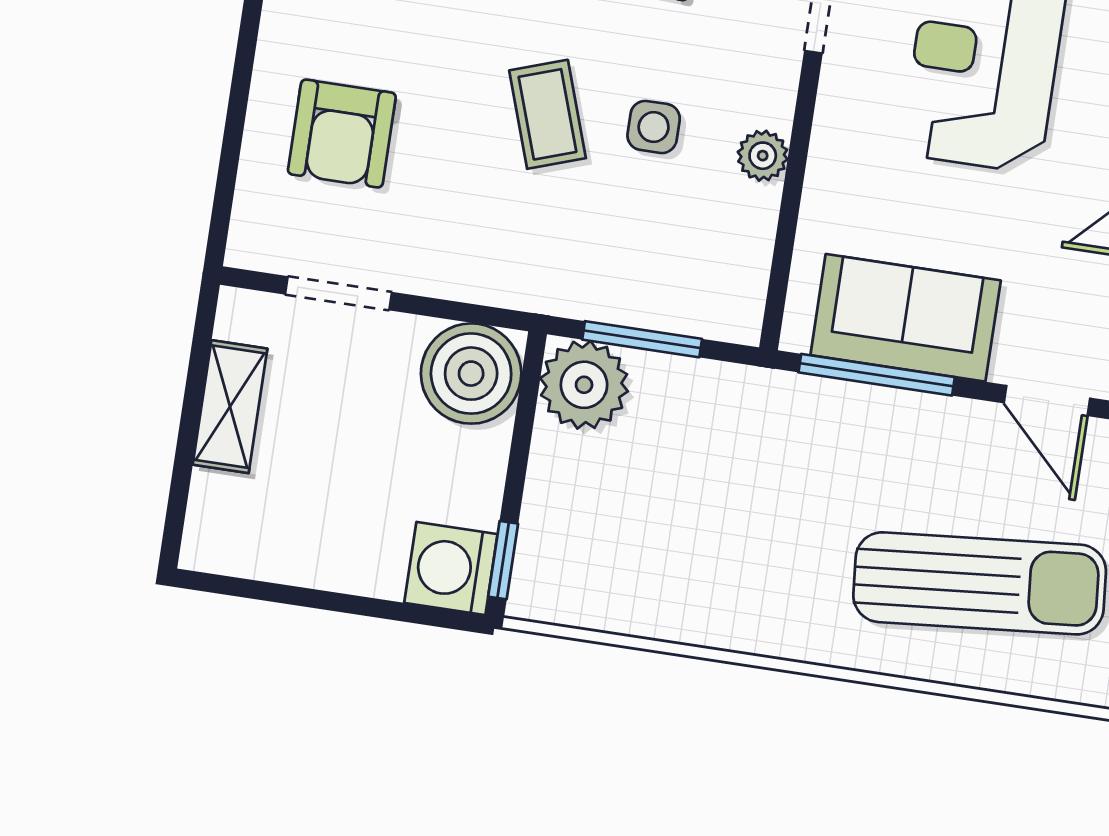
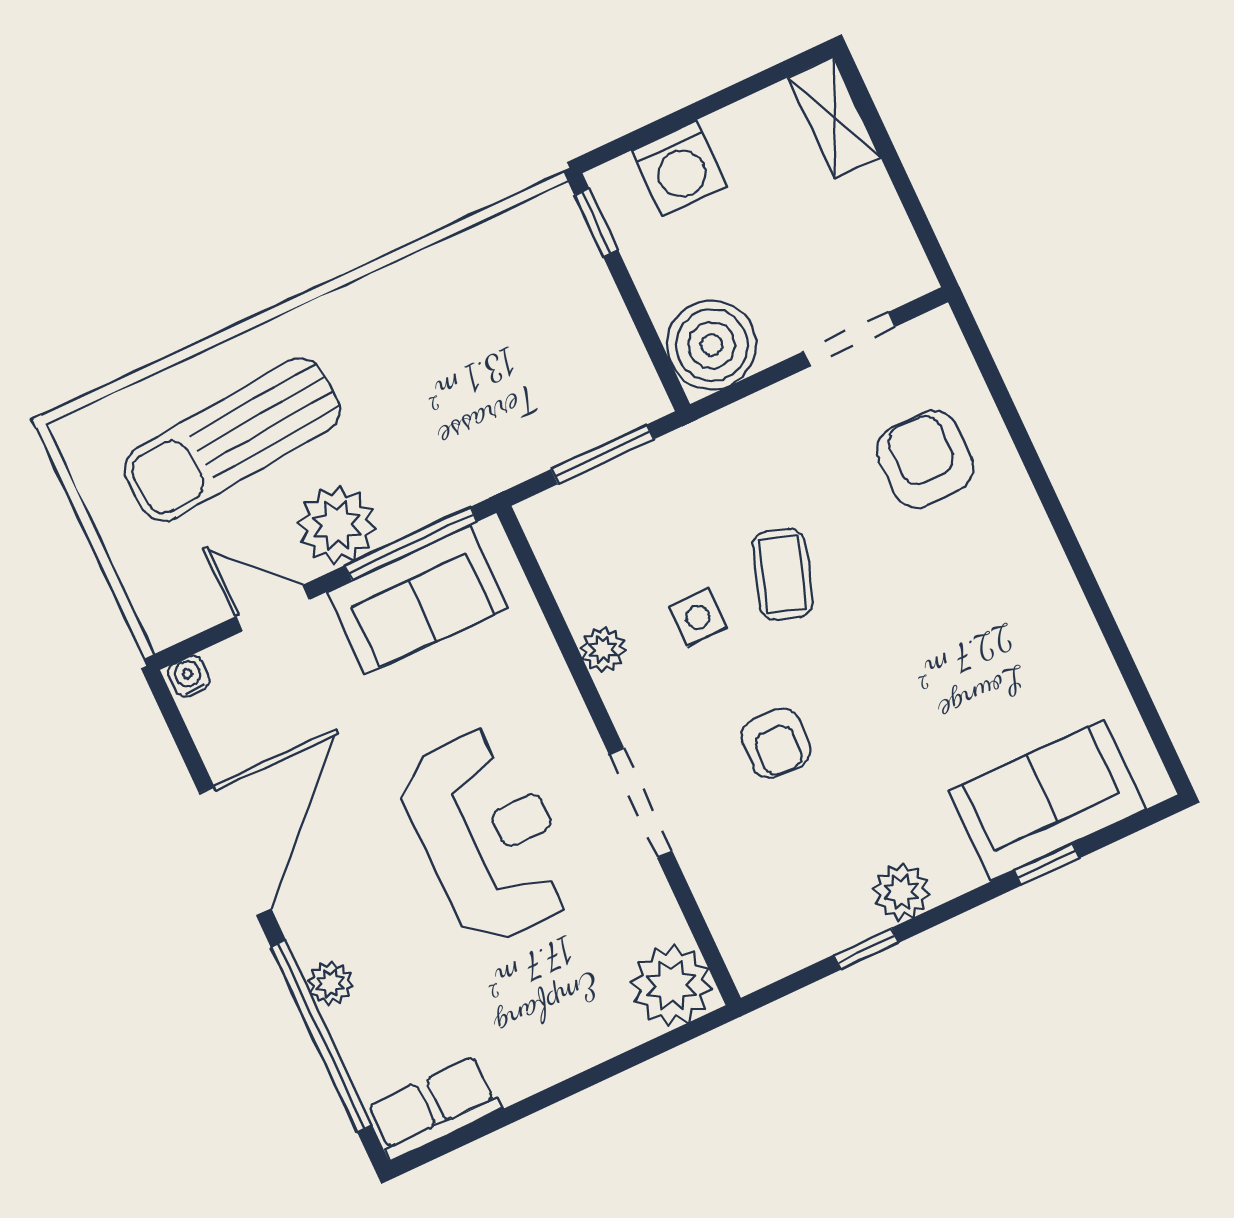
coffee table: (547, 114) -> (783, 574), turned 37
plant: (584, 385) -> (337, 525), moved
shelving: (230, 407) -> (834, 117), moved
washing machine: (451, 568) -> (679, 168), moved, turned 90

